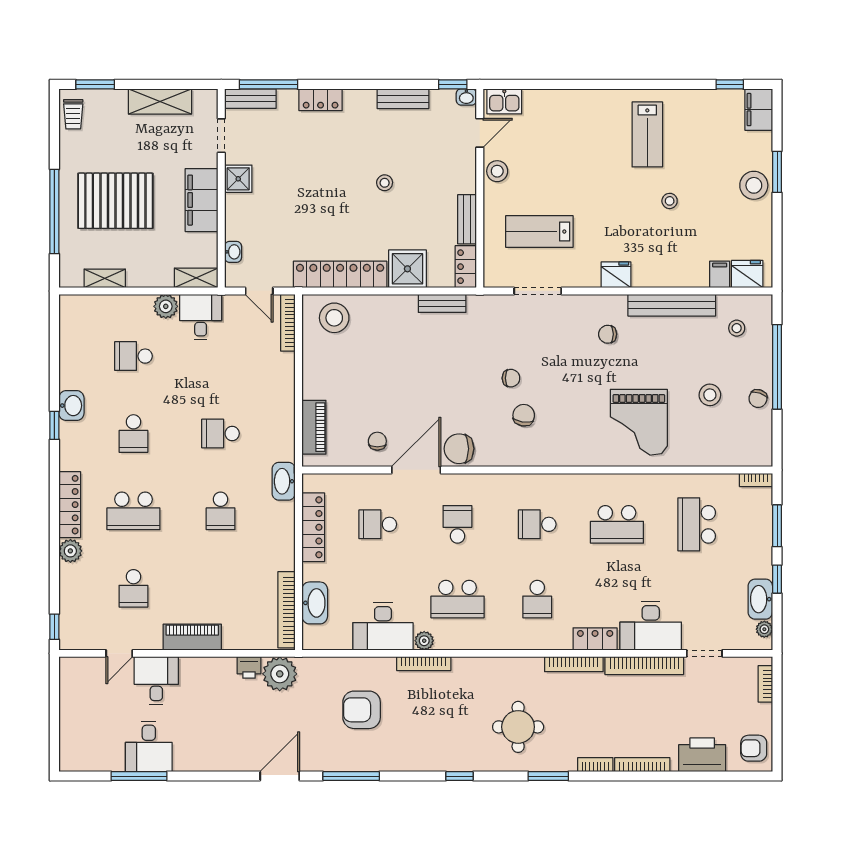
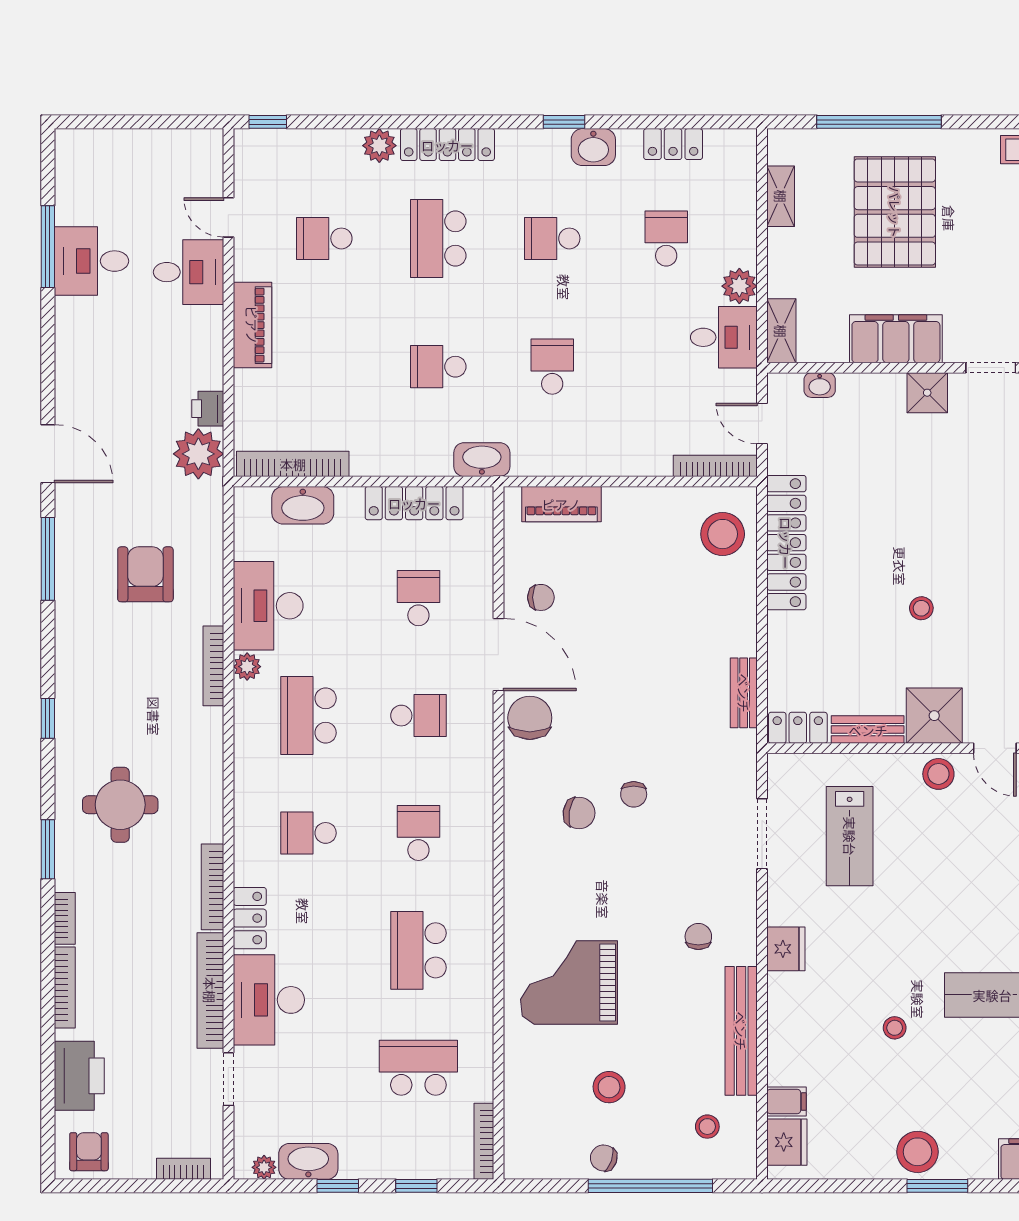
lab bench: (539, 232) -> (850, 836), turned 180
shower: (407, 269) -> (934, 716), moved
door: (259, 291) -> (762, 423), hinge flipped
locker: (69, 351) -> (673, 144), added
bookcase: (756, 480) -> (484, 1141), width x1.56
window: (777, 526) -> (416, 1186), width x0.67

